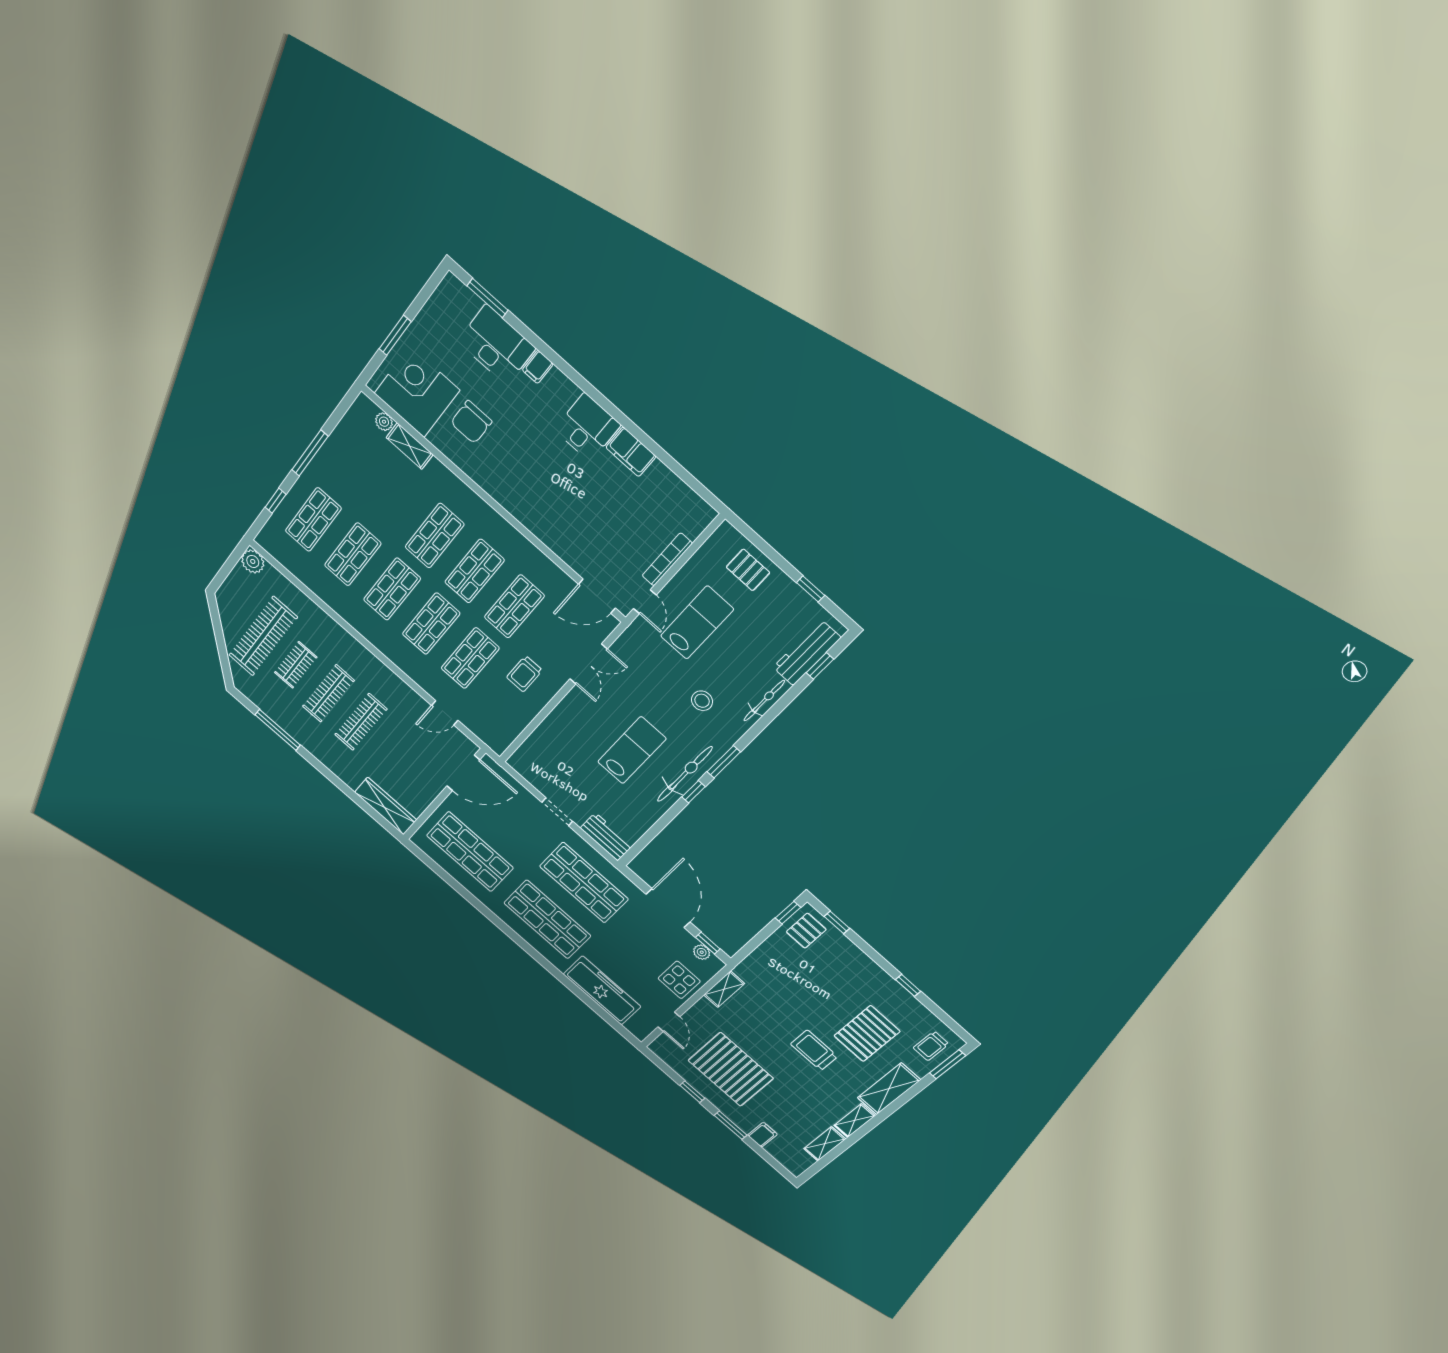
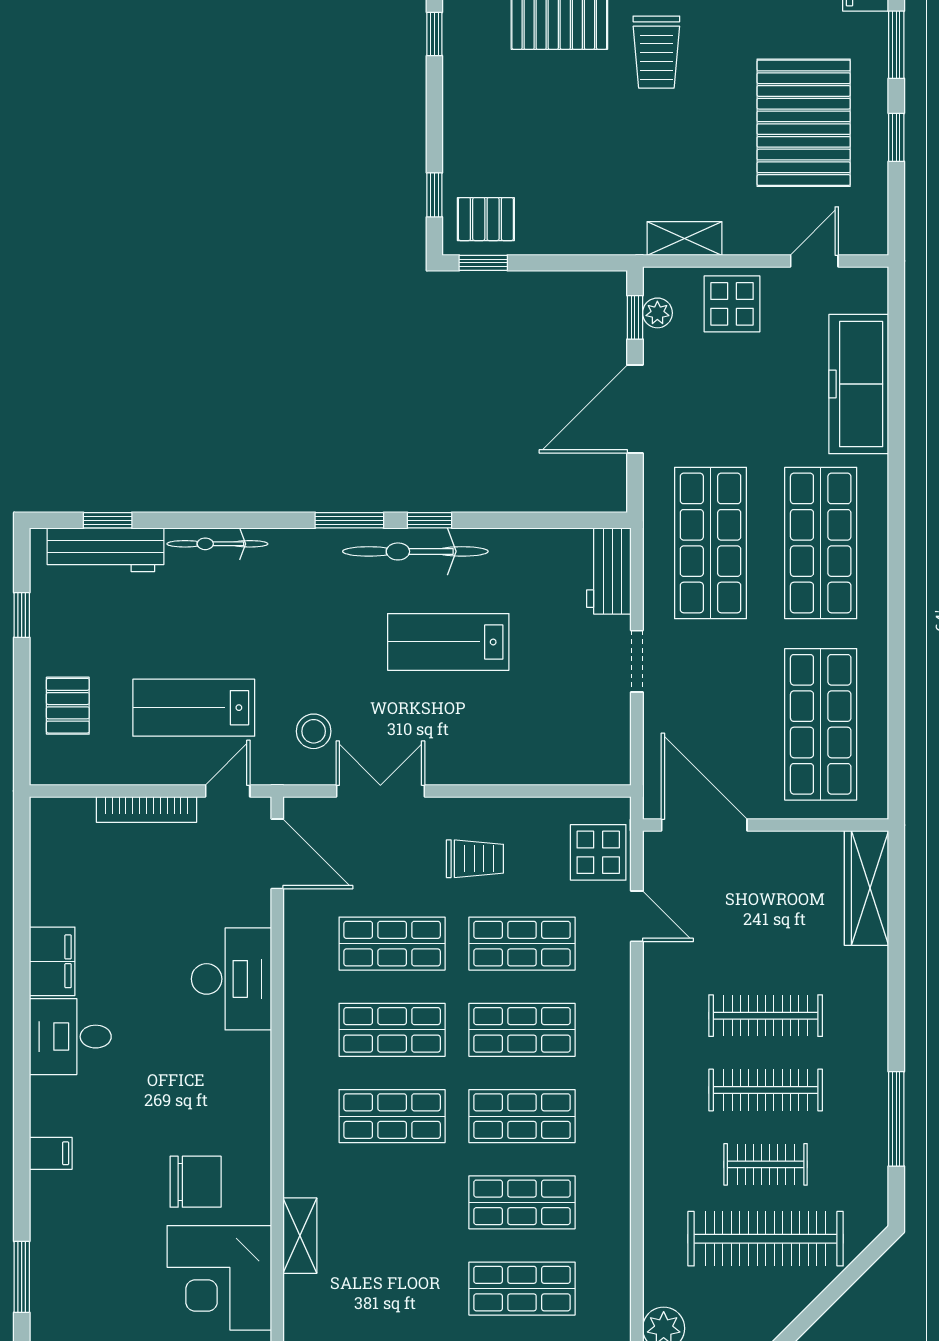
desk: (496, 345) -> (231, 979), moved, turned 180
plant: (384, 422) -> (298, 1291), removed
stool: (702, 701) -> (314, 731), moved
display table: (486, 723) -> (598, 852), added

